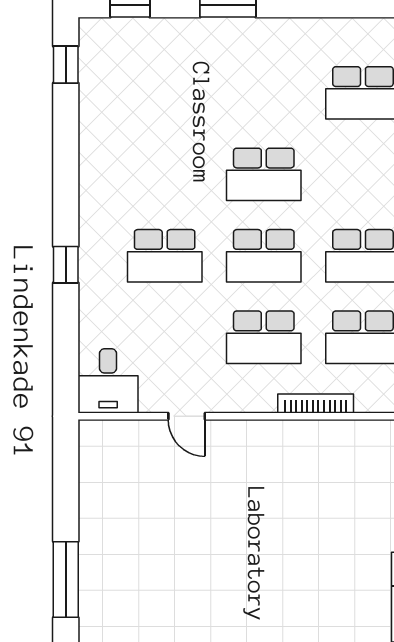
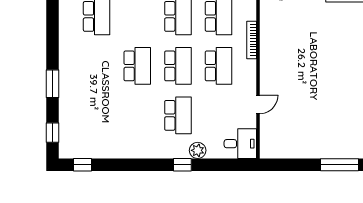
plant: (95, 295) -> (198, 150), added

